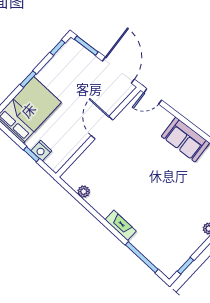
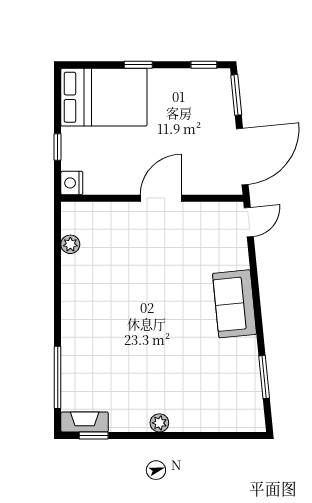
door: (153, 96) -> (249, 222), swing flipped
nightstand: (41, 151) -> (72, 183), moved
fireplace: (121, 225) -> (85, 422), moved, turned -90

